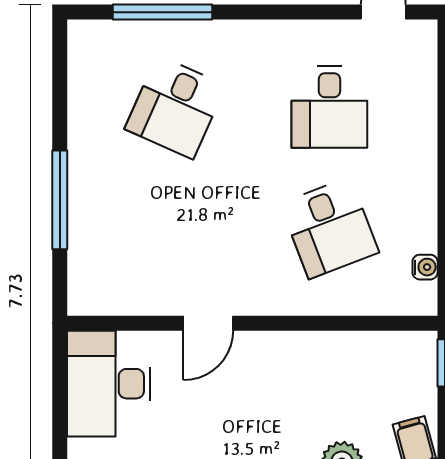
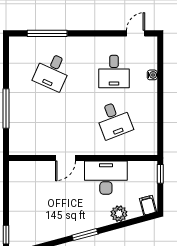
water cooler: (425, 267) -> (152, 75), moved
desk: (109, 384) -> (106, 178), moved, turned 90

